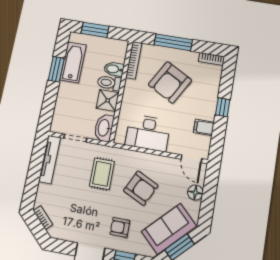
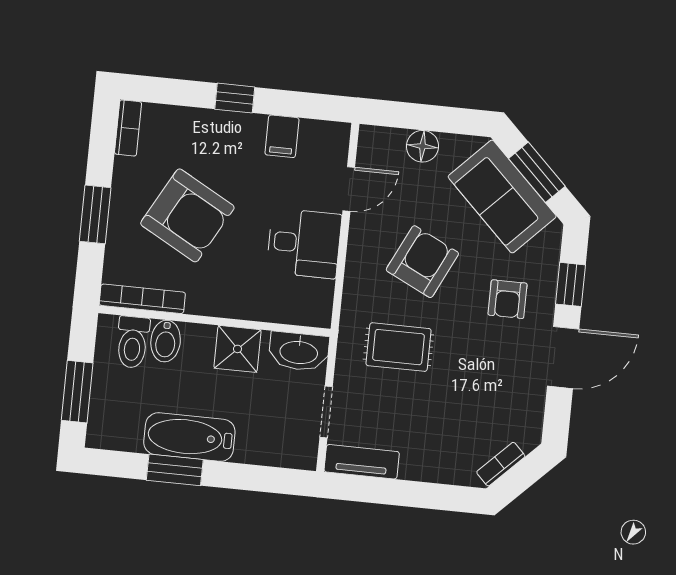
window: (173, 42) -> (95, 214), width x0.69
bathtub: (73, 62) -> (189, 437), moved
toilet: (109, 83) -> (133, 342), moved
desk: (148, 133) -> (304, 243), width x0.73
tv unit: (50, 159) -> (362, 462), width x0.71
door: (191, 159) -> (349, 189), moved

